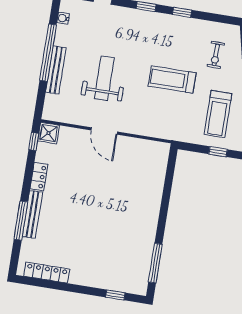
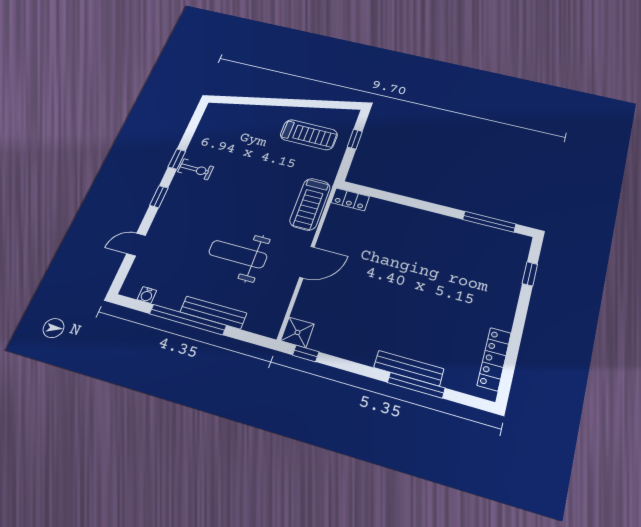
exercise bike: (216, 55) -> (196, 169), moved
treadmill: (172, 79) -> (310, 204), moved
locker: (39, 177) -> (350, 199), moved, turned 180

